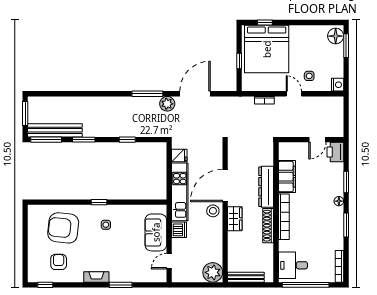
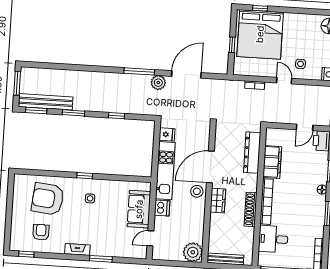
window: (46, 140) -> (36, 111), width x0.69
dresser: (266, 187) -> (252, 153), moved
desk: (293, 265) -> (273, 239), moved

